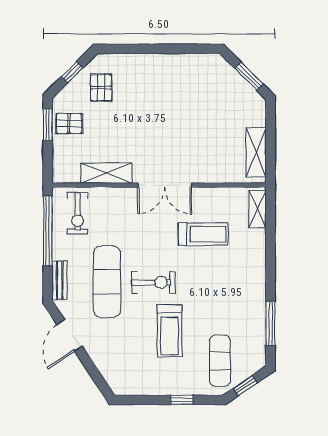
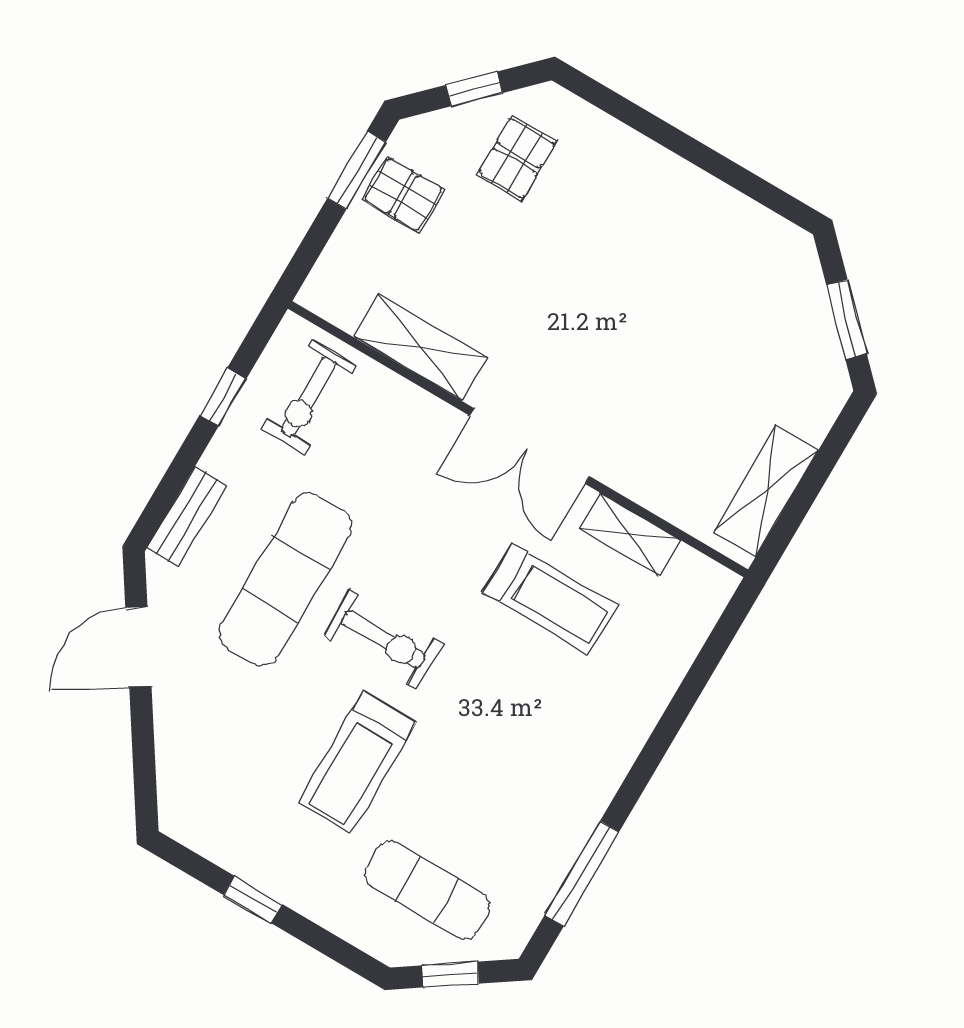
shelving: (258, 209) -> (630, 534), moved, turned 90
window: (48, 231) -> (223, 397), width x0.32
exercise mat: (220, 361) -> (427, 890), turned 90
window: (182, 400) -> (253, 900), moved

